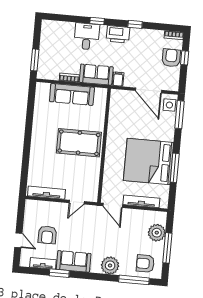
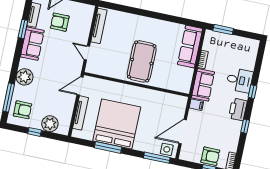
sofa: (72, 94) -> (190, 47), moved
window: (167, 248) -> (35, 132), width x0.46
armchair: (145, 264) -> (23, 110), turned 90

